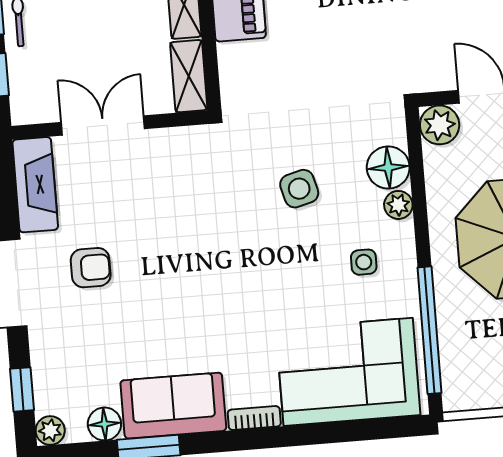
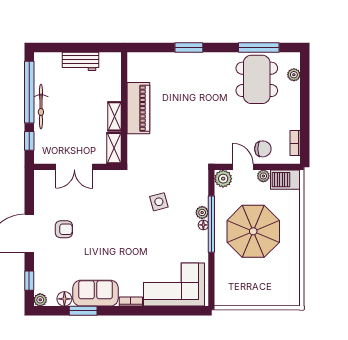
double door: (103, 125) -> (74, 167), swing flipped
floor lamp: (388, 167) -> (203, 225), moved, width x0.53, depth x0.53
fireplace: (35, 185) -> (42, 191), removed
side table: (364, 262) -> (185, 237), removed
window: (430, 330) -> (211, 224), moved

